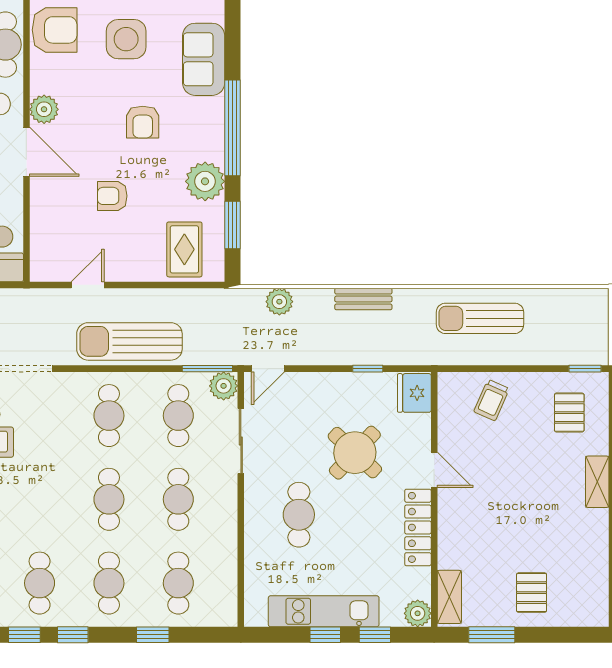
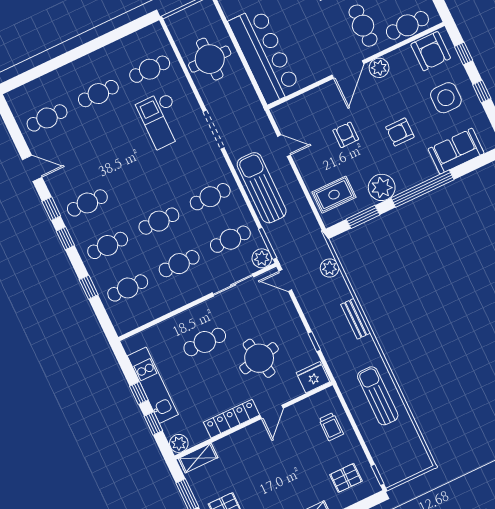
trolley: (492, 400) -> (331, 427), turned -114
round table: (355, 453) -> (259, 358), turned 36

